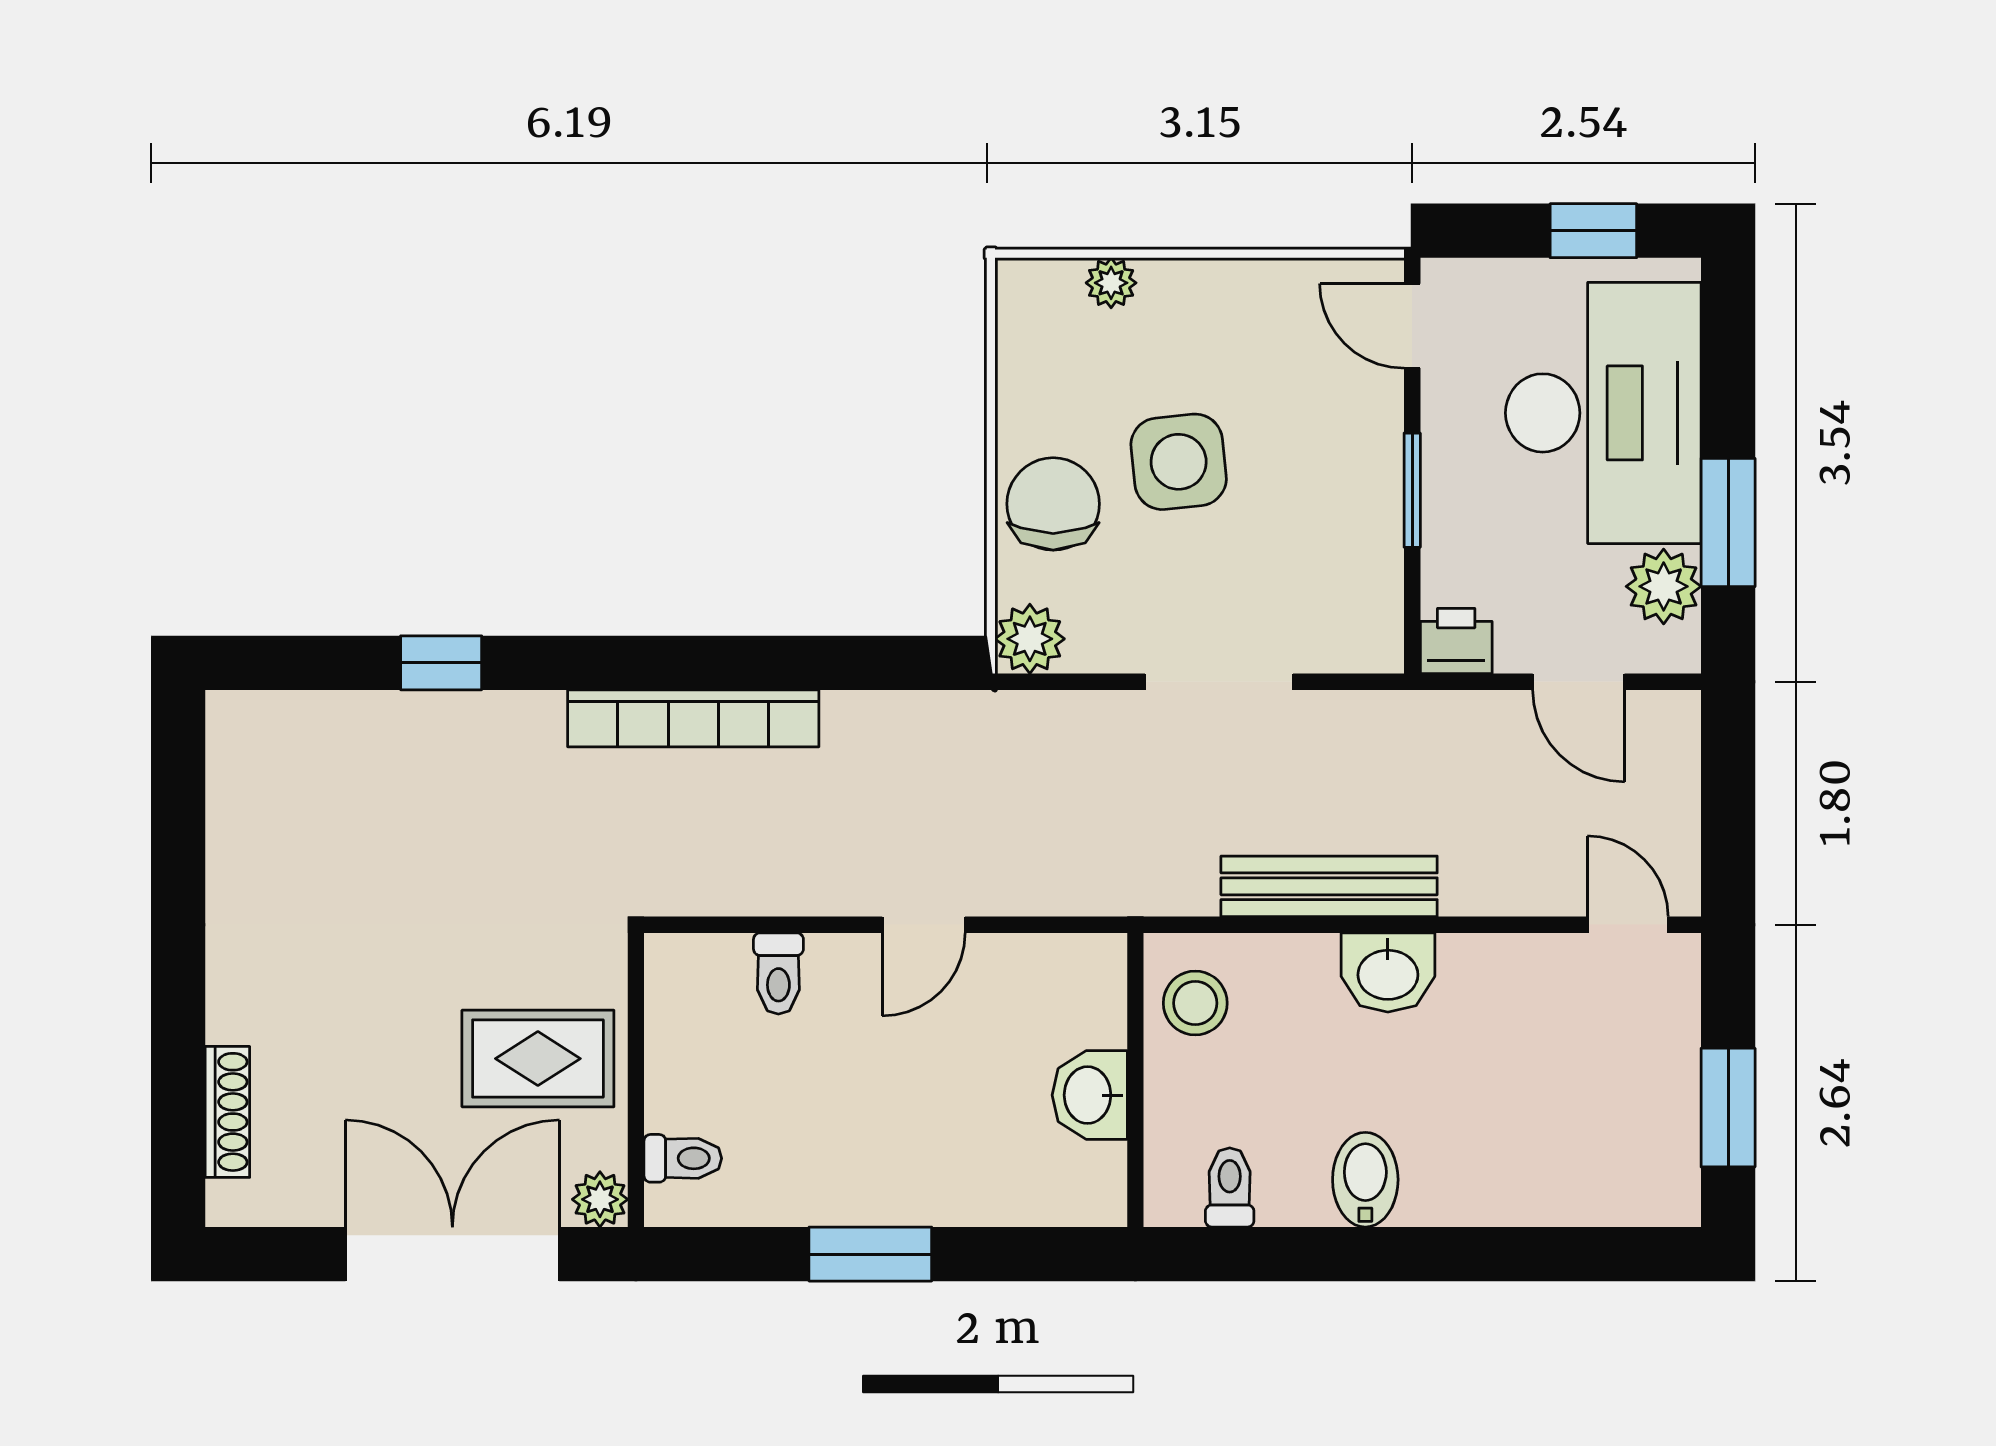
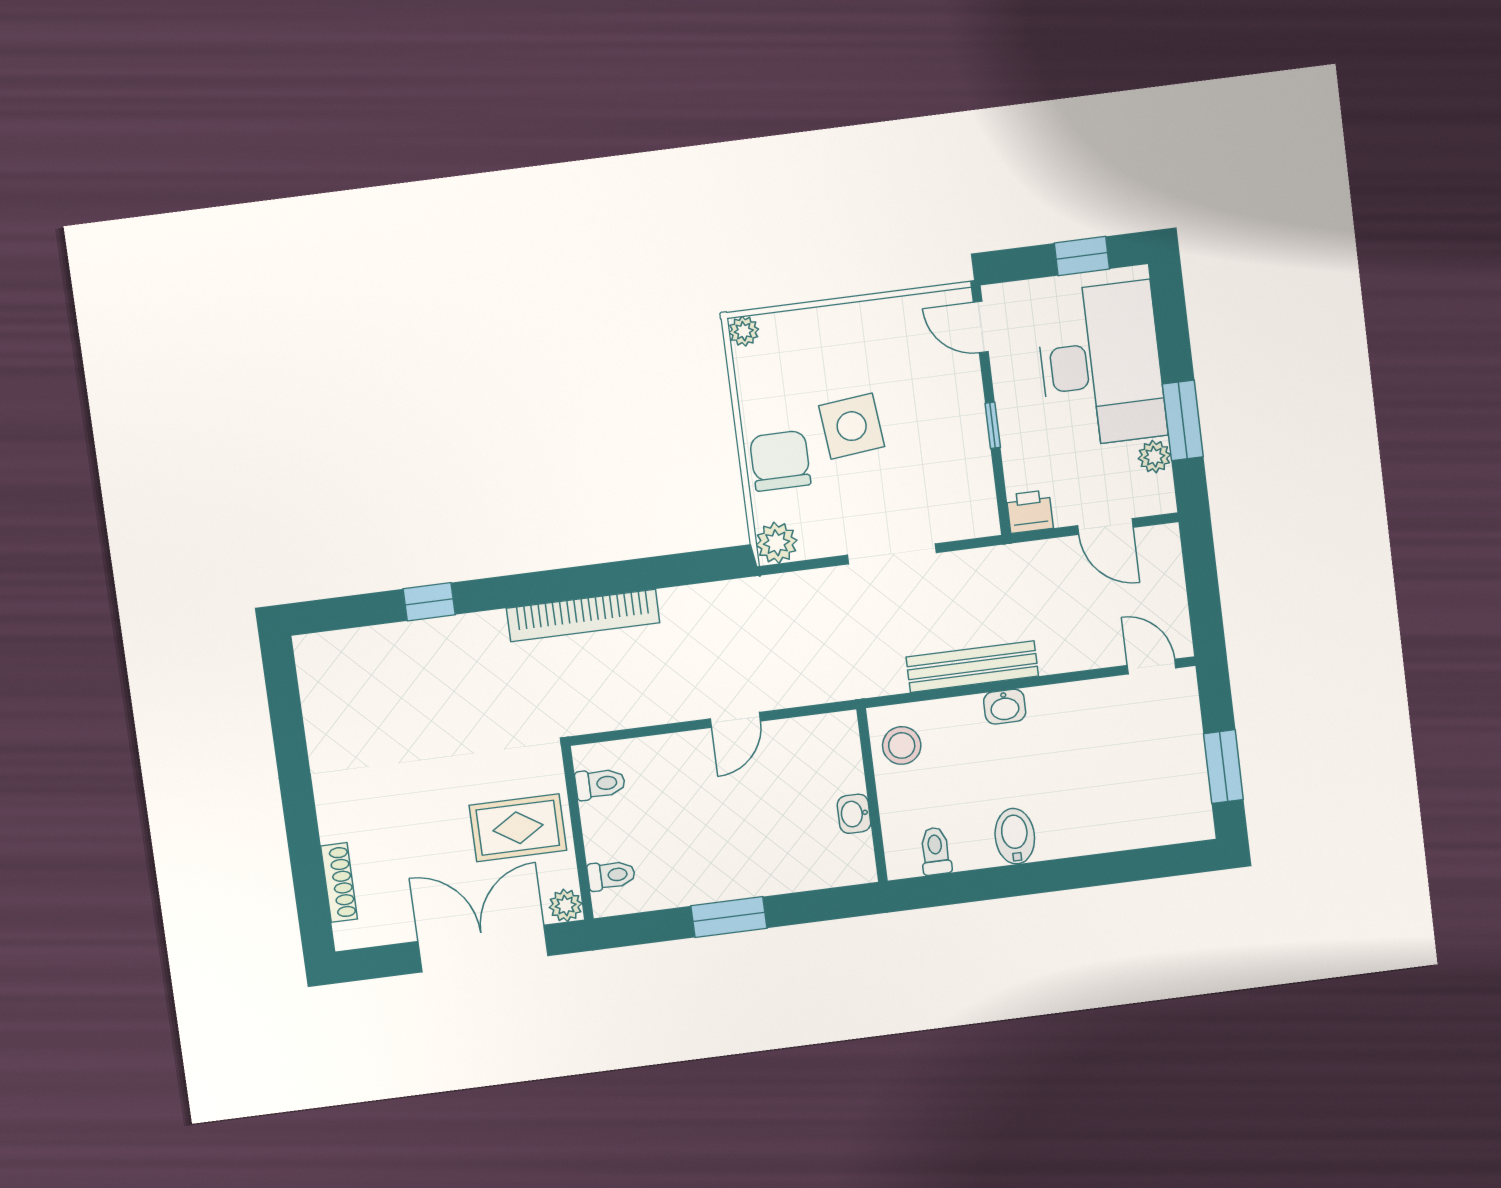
plant: (1111, 283) -> (744, 331), moved
window: (1412, 490) -> (993, 425), width x0.67
plant: (1664, 586) -> (1154, 457), width x0.73, depth x0.73
washbasin: (1388, 972) -> (1005, 707), width x0.72, depth x0.69
toilet: (778, 973) -> (600, 784), moved, turned -90
washbasin: (1090, 1095) -> (854, 814), width x0.72, depth x0.69

